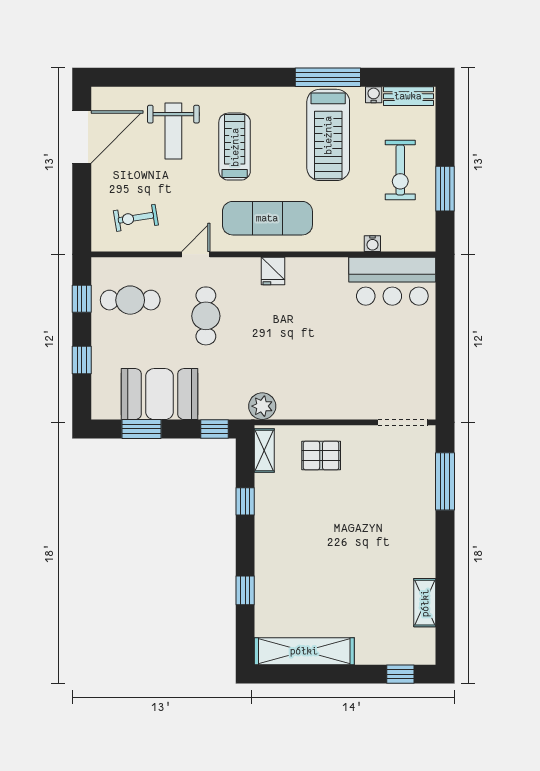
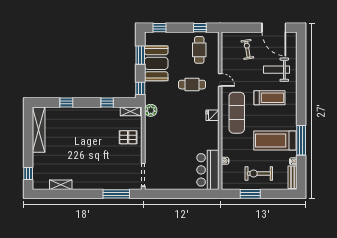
exercise bike: (136, 218) -> (247, 49), moved
window: (82, 360) -> (160, 28), moved
pallet: (321, 456) -> (128, 137), turned 90

